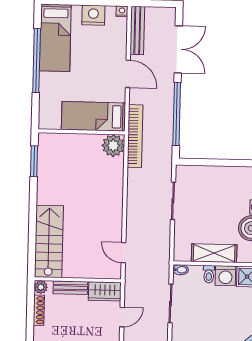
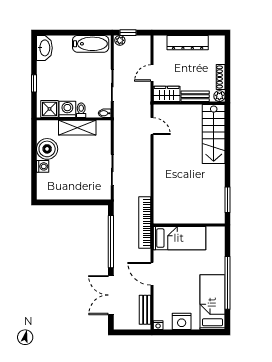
bench: (137, 31) -> (145, 310), width x0.73
plant: (113, 146) -> (163, 214), removed

